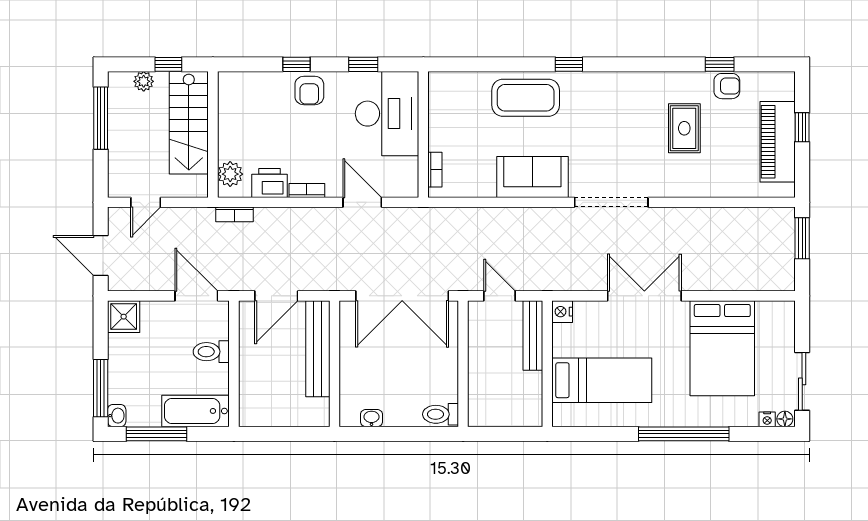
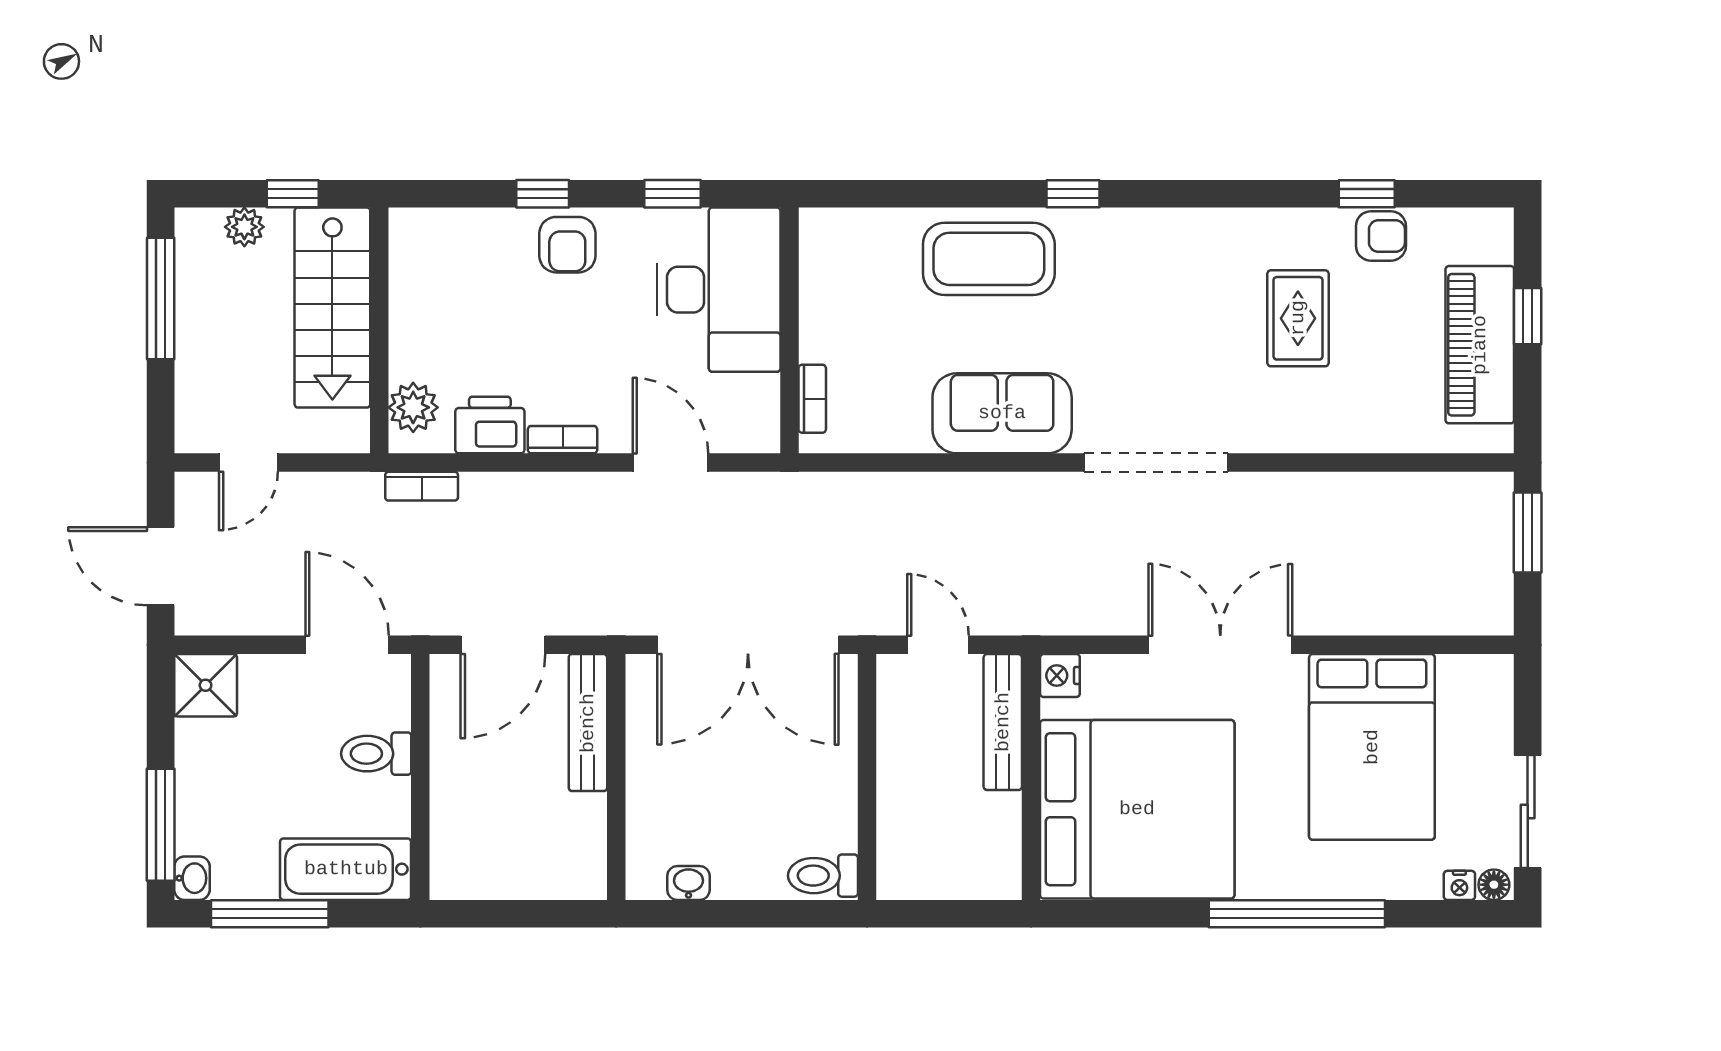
bench: (318, 349) -> (588, 723), width x0.73, depth x0.82
bed: (602, 380) -> (1137, 809), width x2.04

